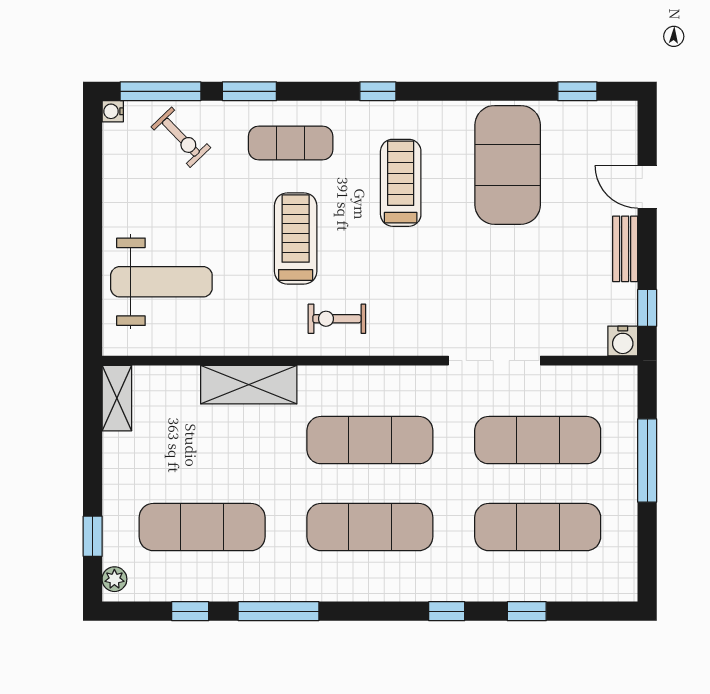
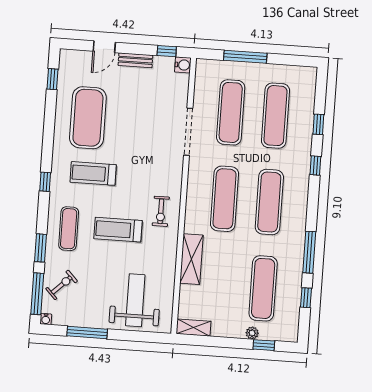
exercise mat: (508, 165) -> (88, 118), turned 90
window: (93, 193) -> (87, 332), added
plant: (114, 579) -> (252, 333), moved

